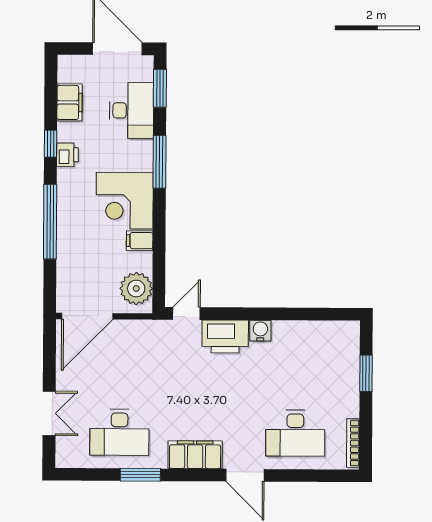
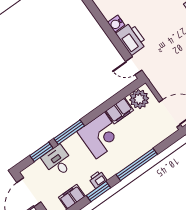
window: (160, 88) -> (41, 152), moved
desk: (131, 110) -> (58, 161), width x0.73
window: (51, 144) -> (99, 192), width x1.50
filing cabinet: (140, 241) -> (119, 111), width x2.00

